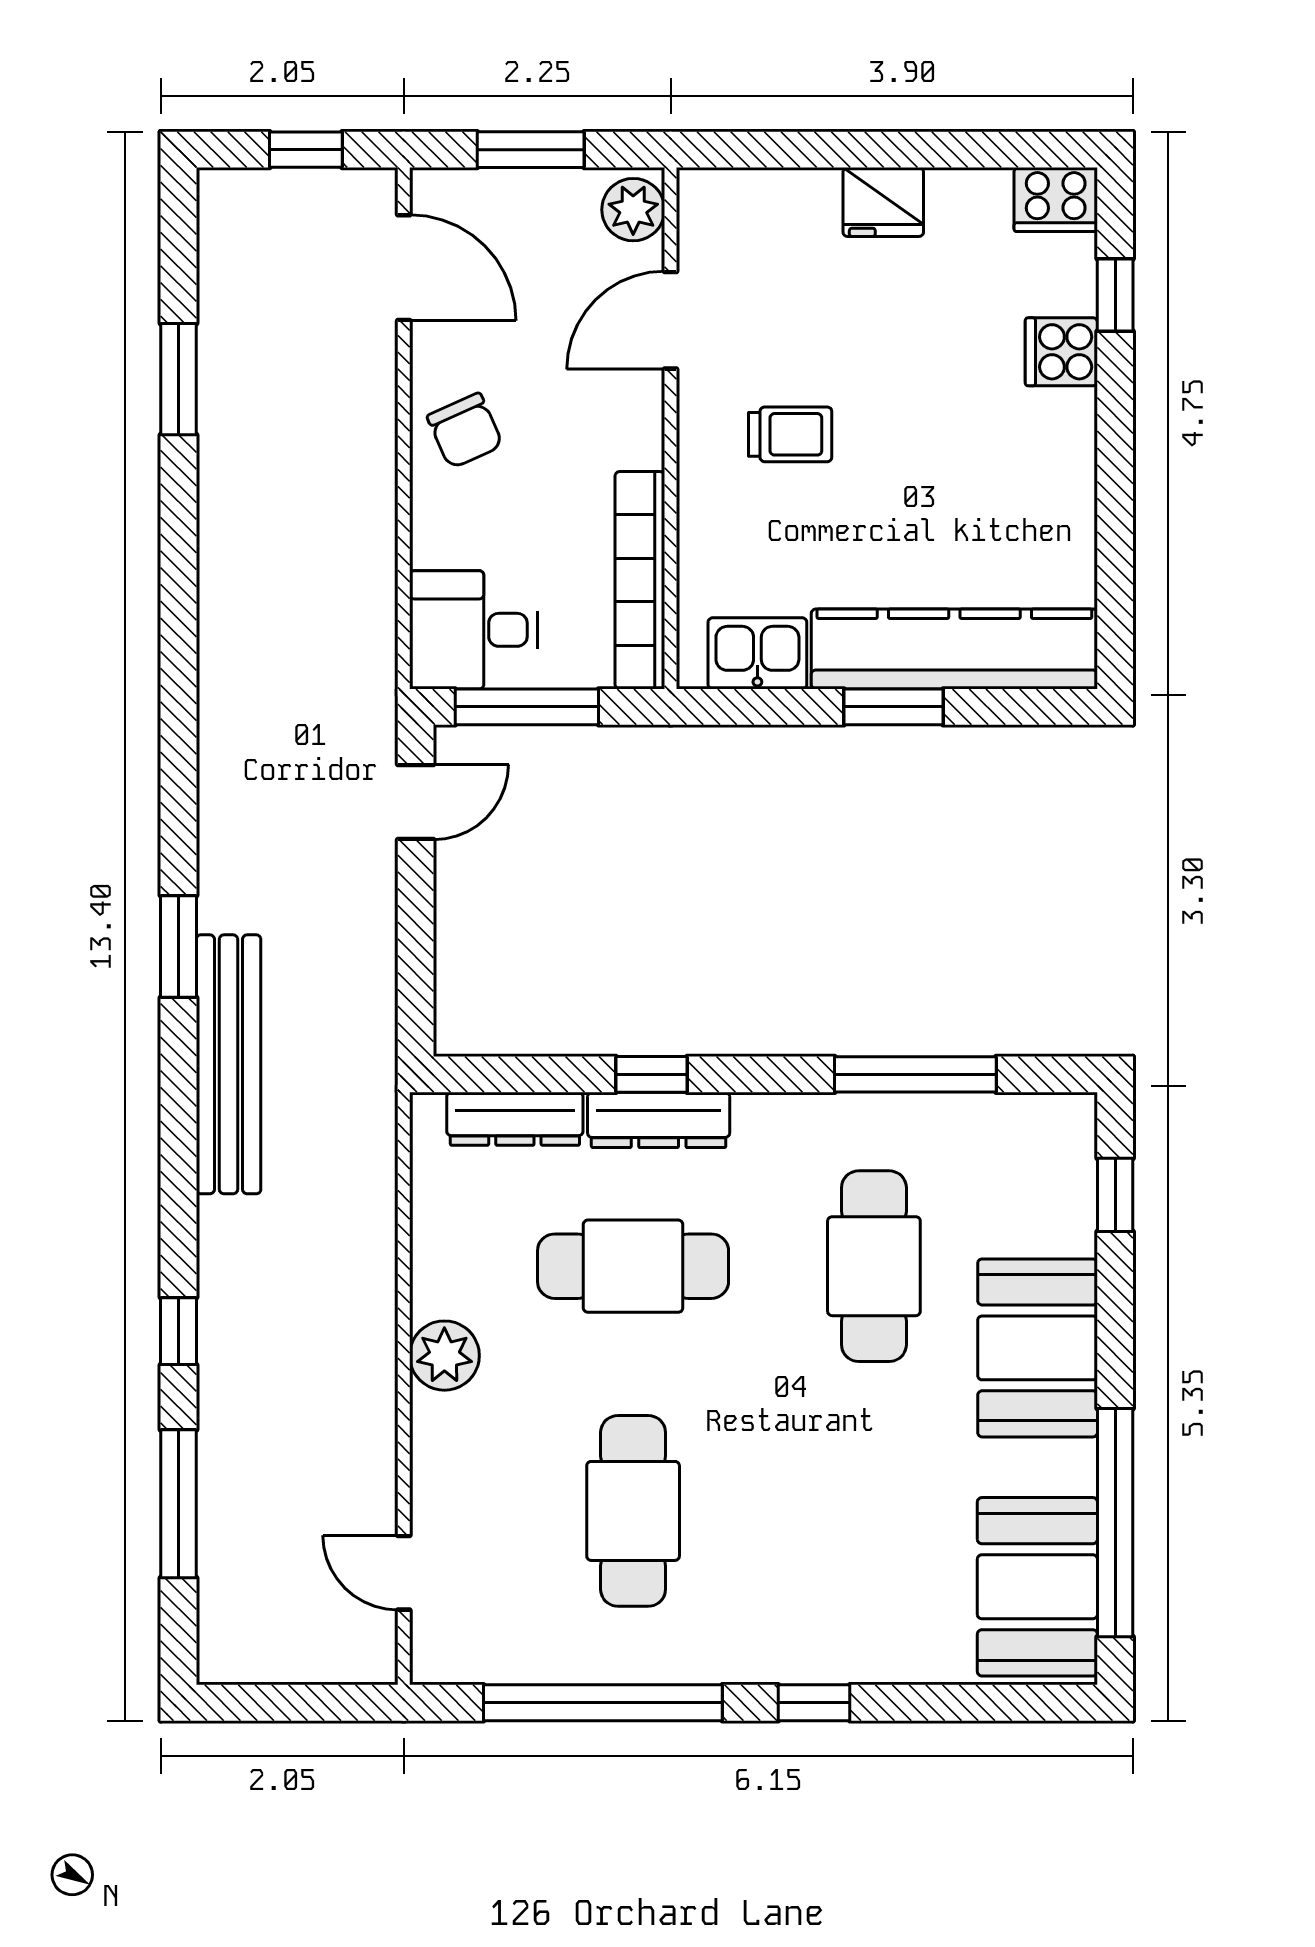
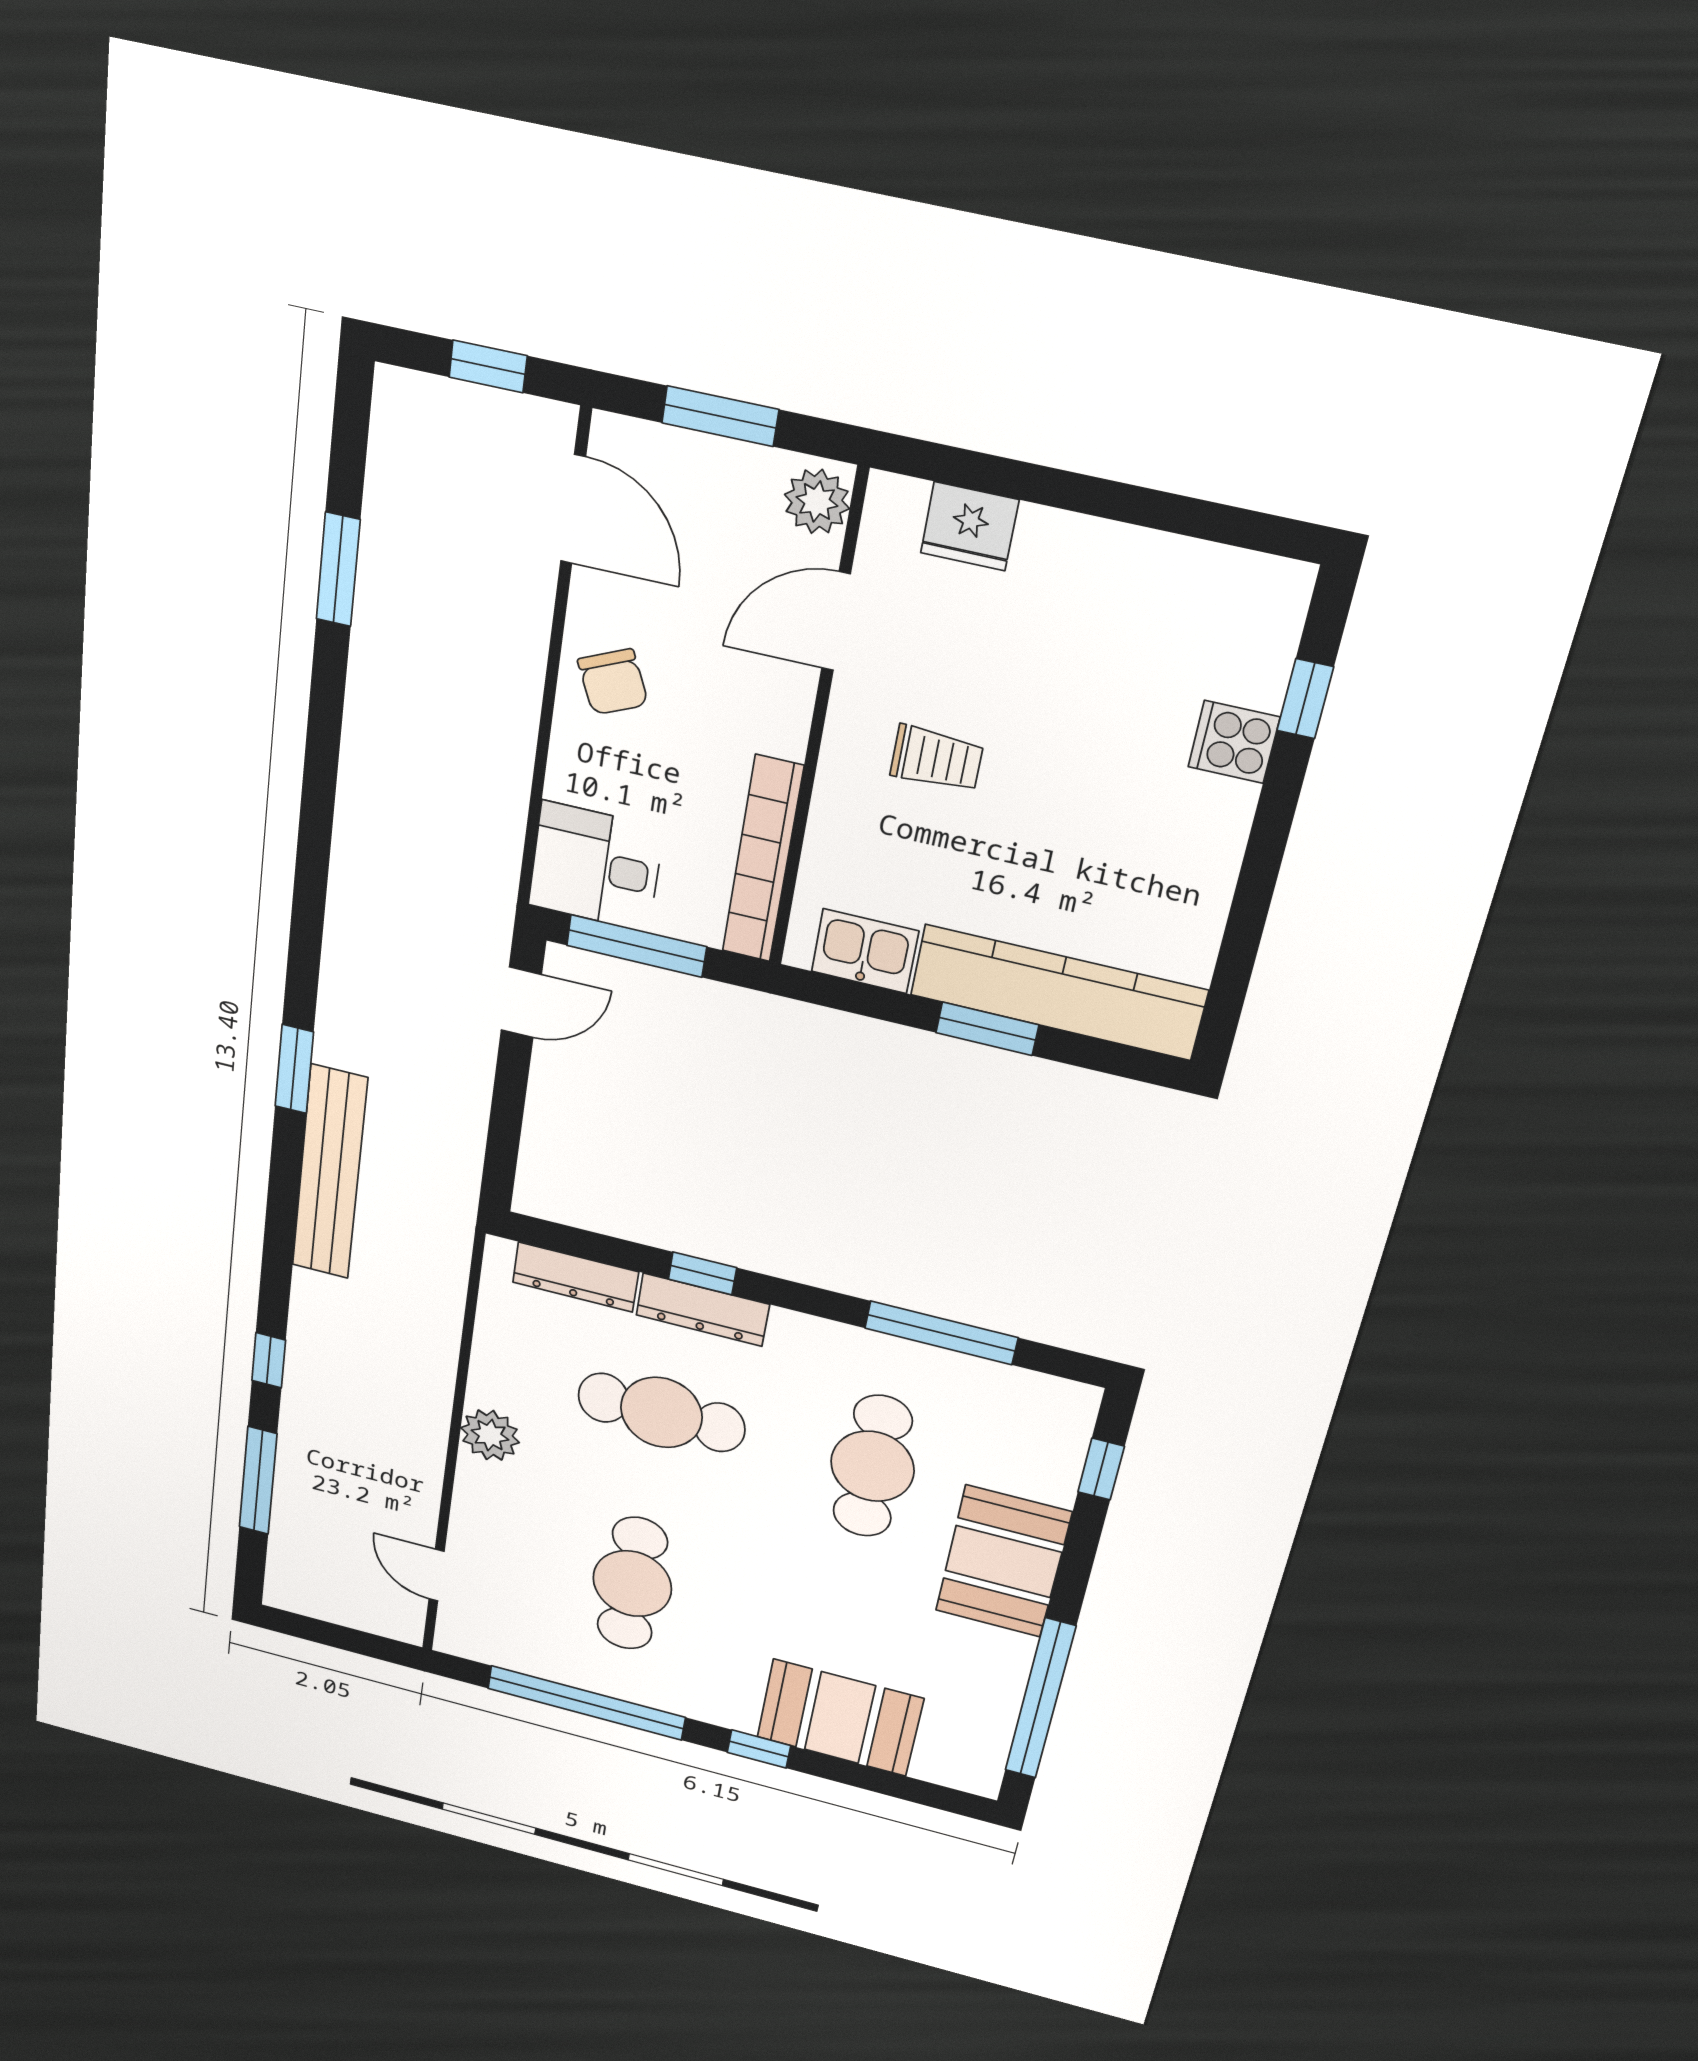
cooker: (1056, 200) -> (1267, 588), removed
fridge: (883, 202) -> (970, 526), moved
booth: (1037, 1587) -> (840, 1718), moved, turned 90

